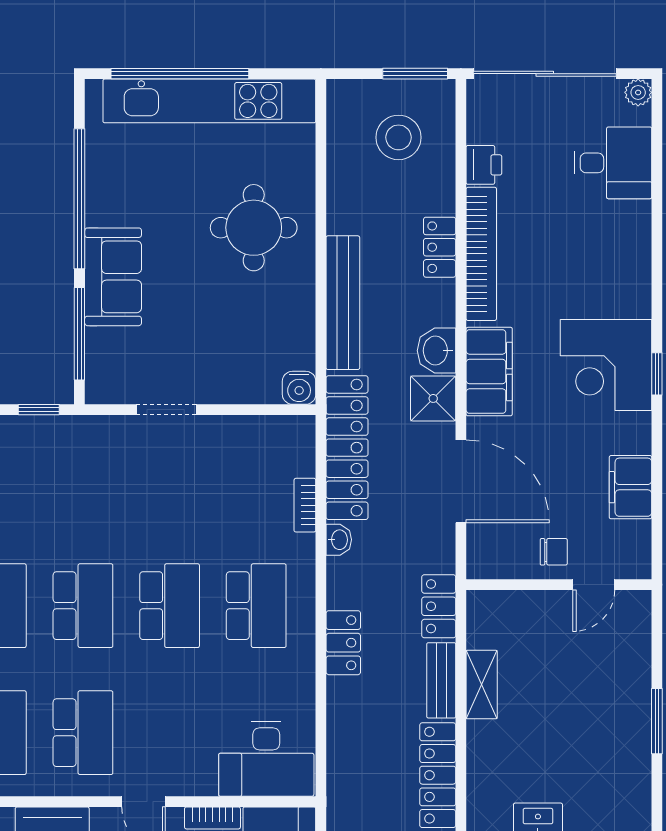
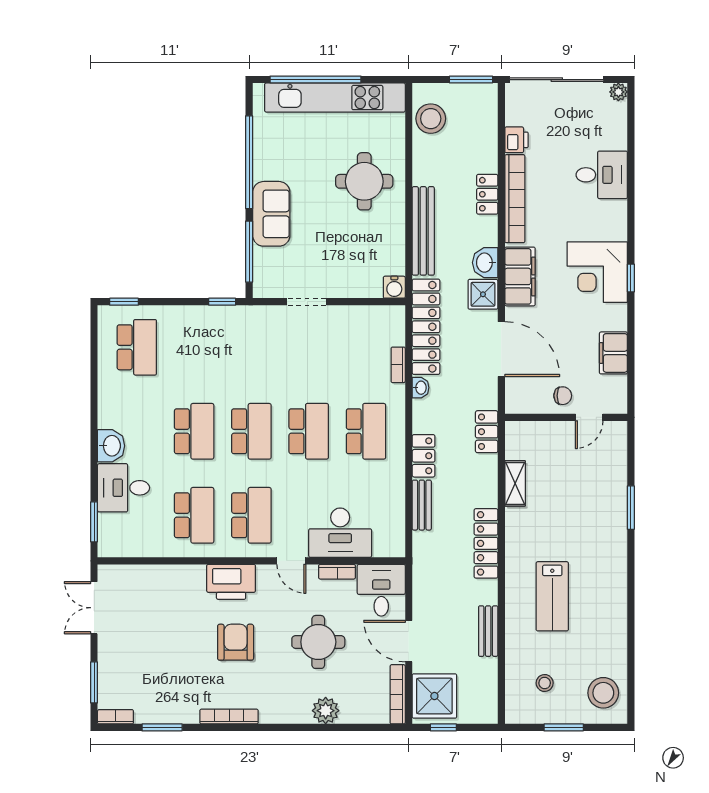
stool: (399, 137) -> (431, 119), moved
desk: (613, 163) -> (602, 175), moved
bench: (441, 680) -> (422, 505), moved
desk: (266, 759) -> (340, 533), moved

